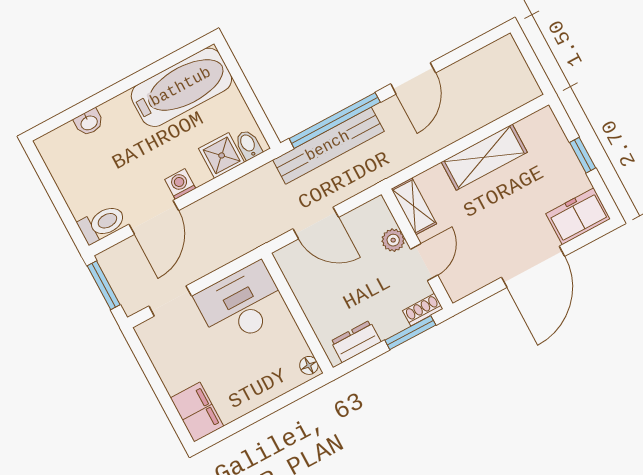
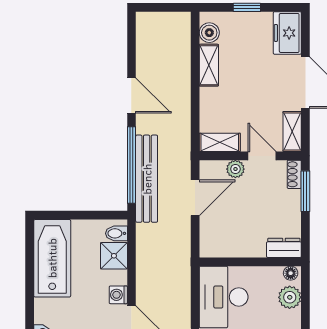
boiler: (531, 128) -> (209, 33), added
shelving: (484, 157) -> (209, 65), width x0.67, depth x0.75
door: (316, 223) -> (195, 198), moved
shelving: (470, 281) -> (292, 131), added
dresser: (356, 342) -> (284, 248), moved, turned 90
plant: (281, 379) -> (290, 297), added

